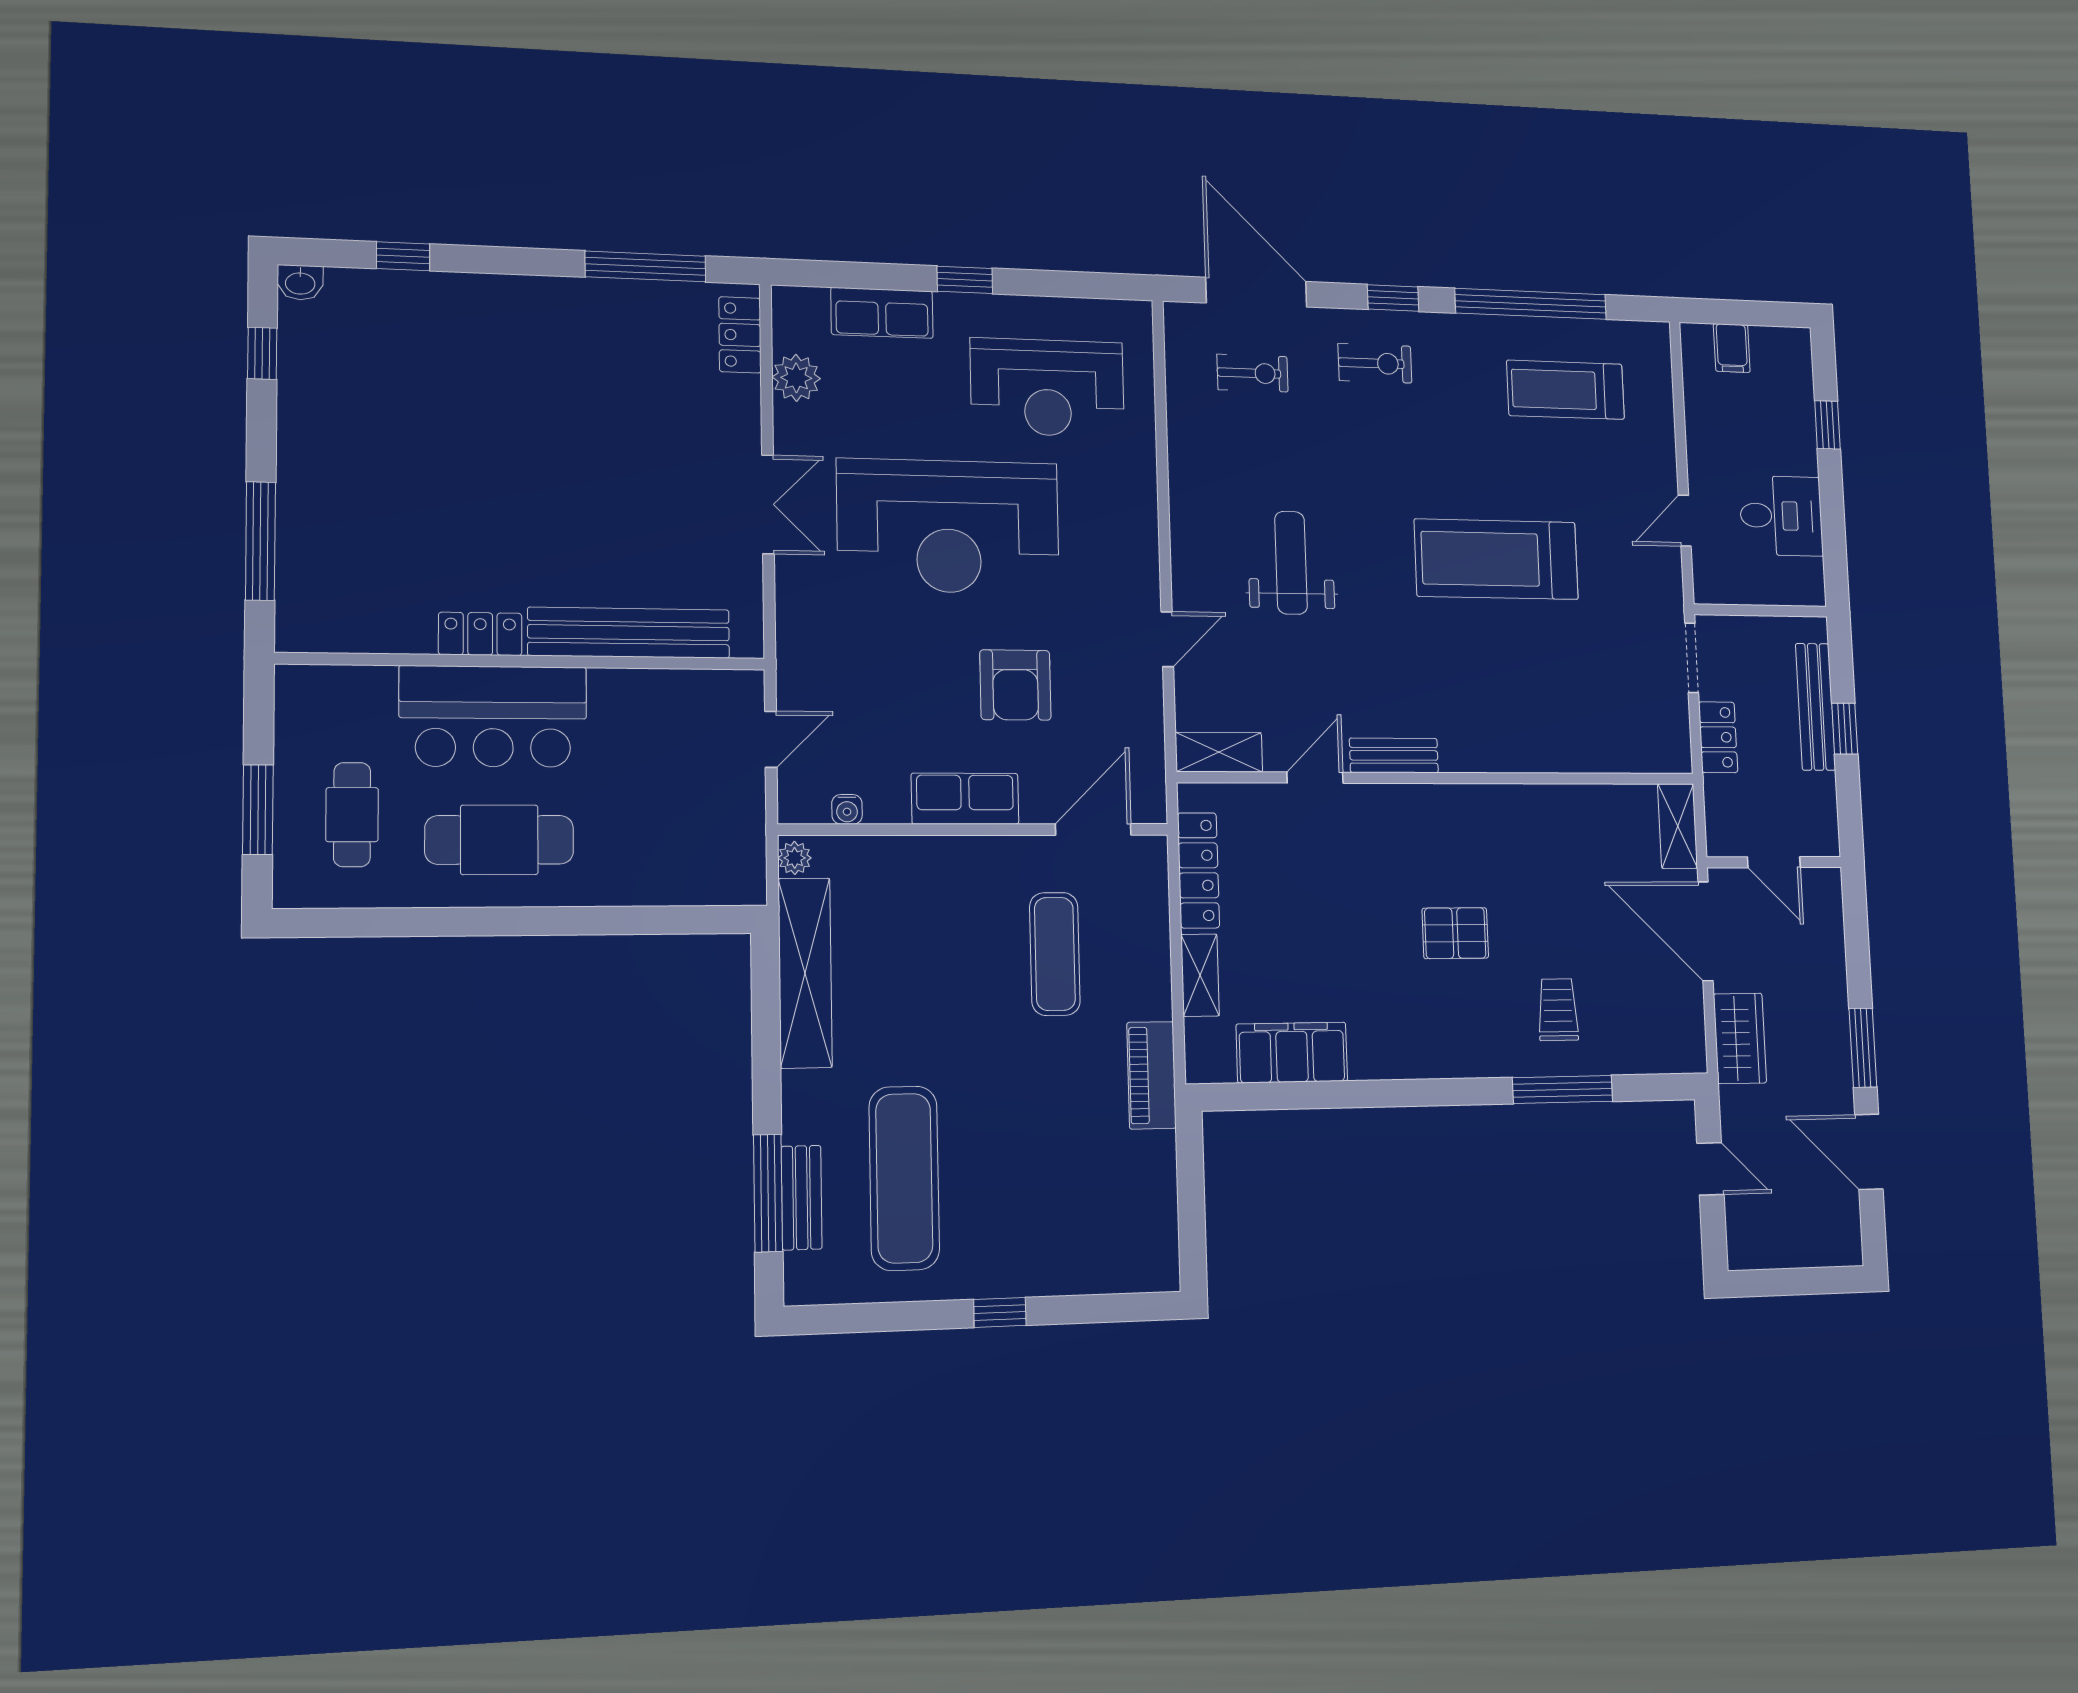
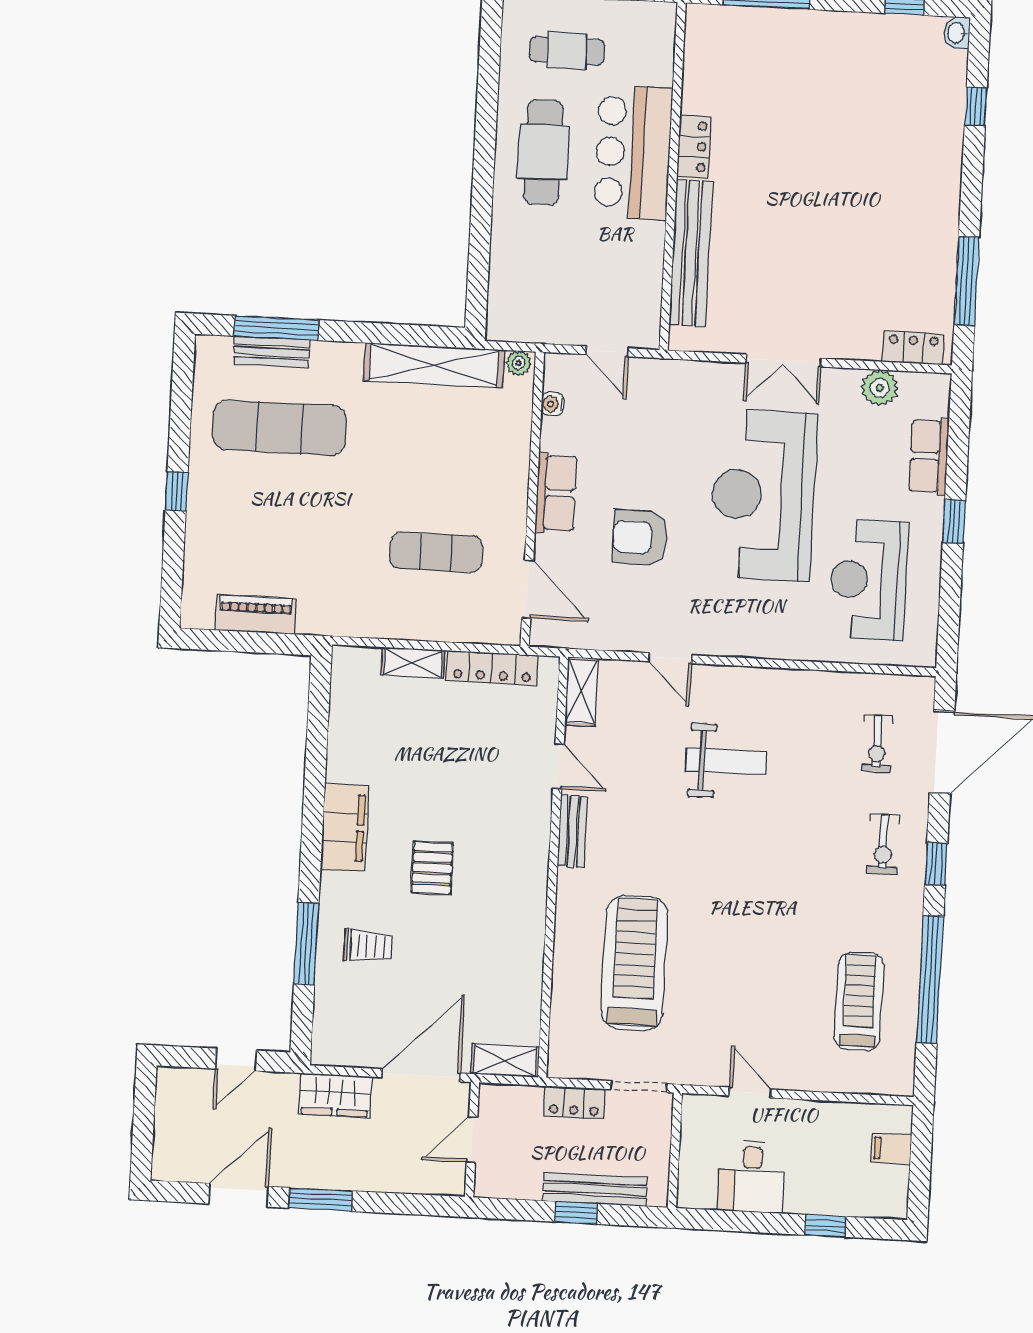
treadmill: (1496, 559) -> (635, 963), moved
filing cabinet: (1292, 1053) -> (345, 827), moved
piano: (1152, 1075) -> (256, 615), moved

